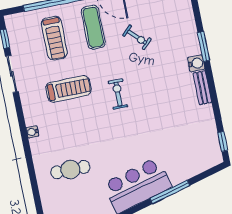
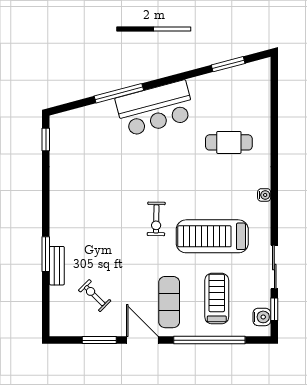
exercise bike: (137, 37) -> (95, 296), moved
water cooler: (196, 63) -> (262, 317), moved, turned 180
bench: (202, 88) -> (57, 266), moved
treadmill: (69, 89) -> (212, 236), width x1.37, depth x1.38

